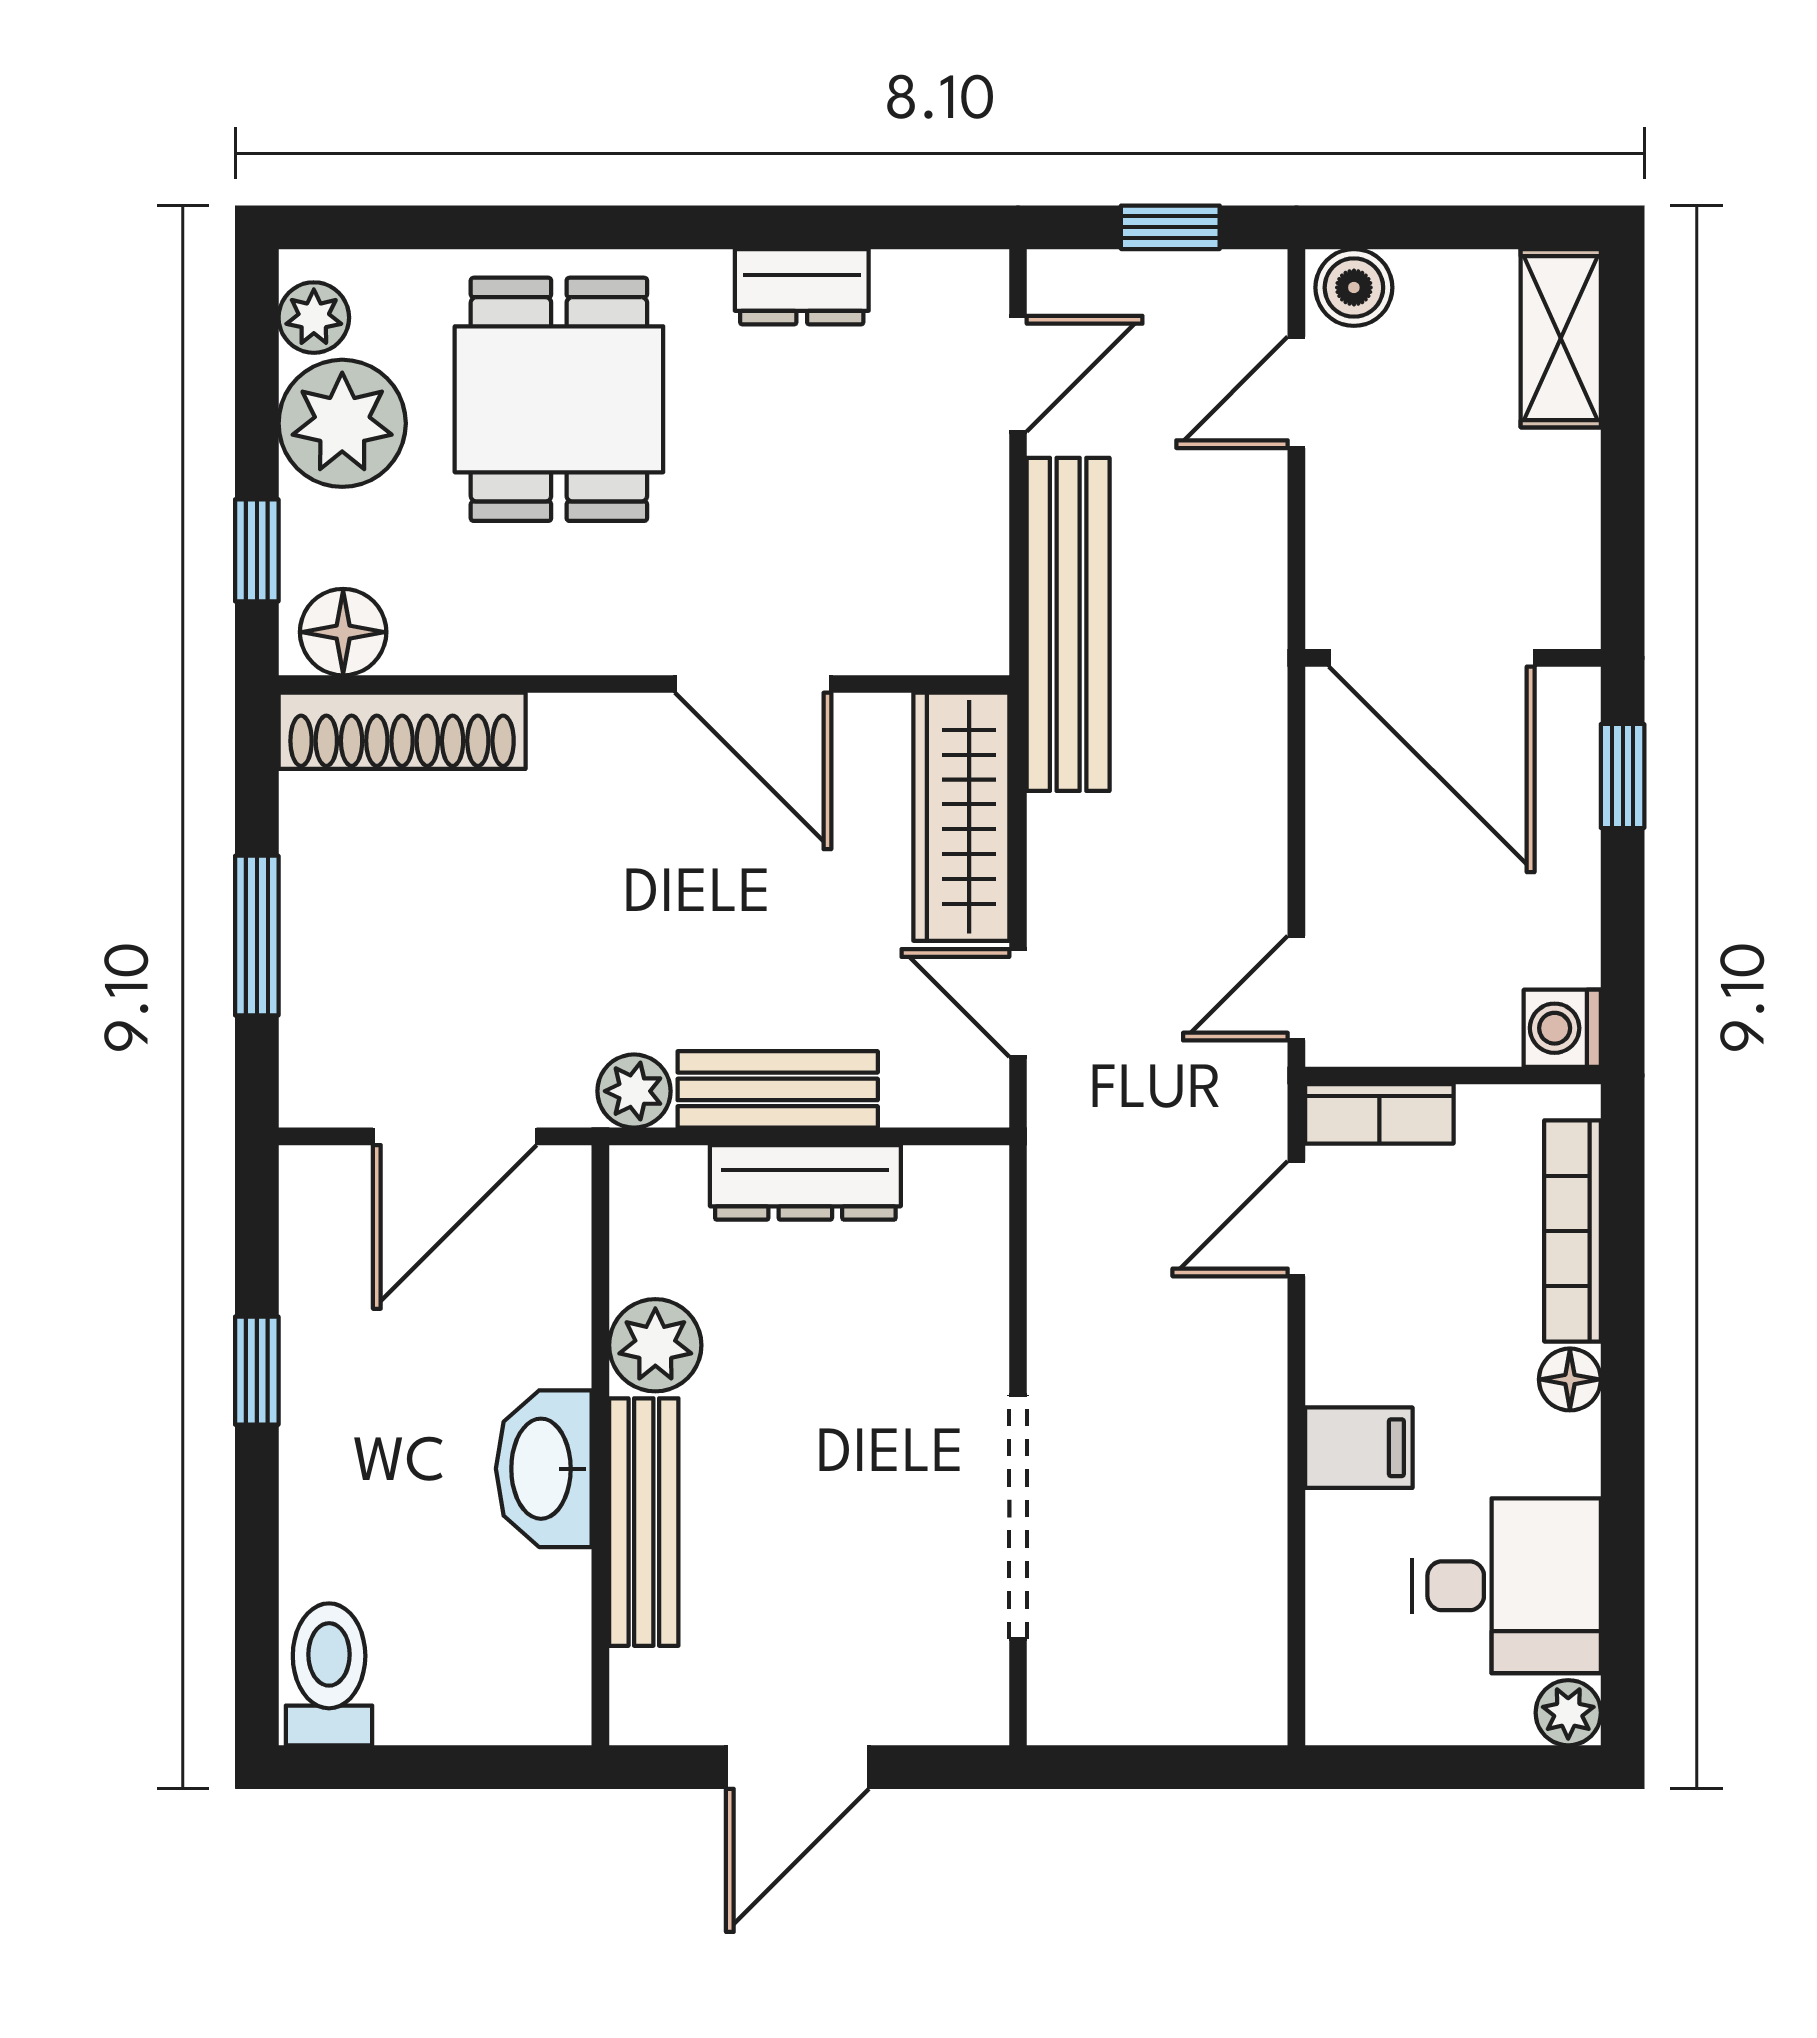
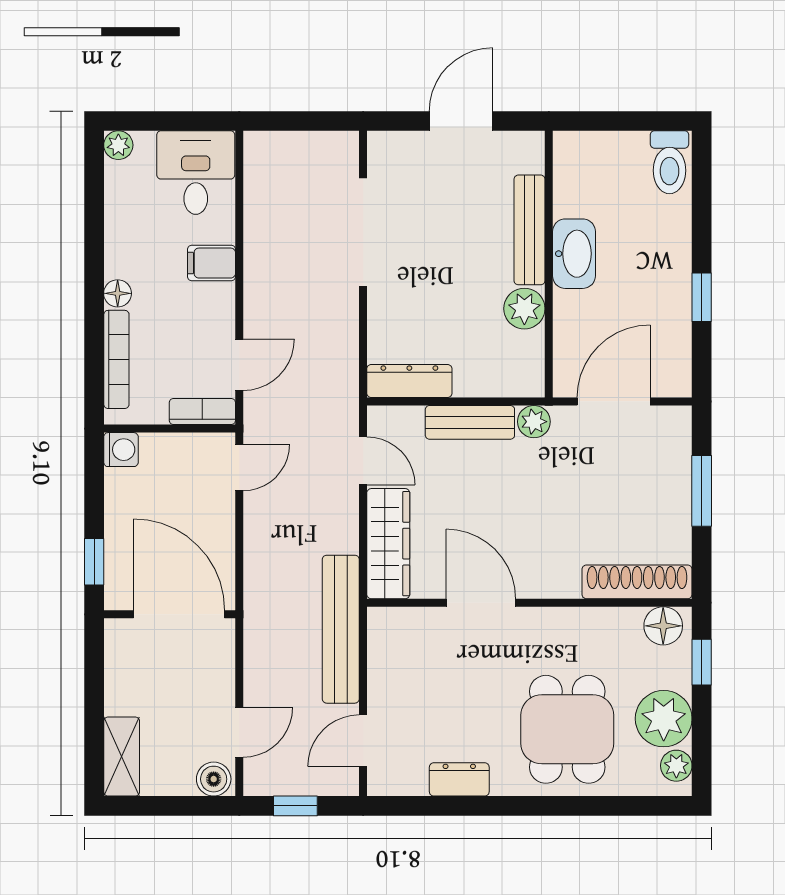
dresser: (805, 1182) -> (409, 381), moved
desk: (1507, 1586) -> (196, 173), moved, turned 90

